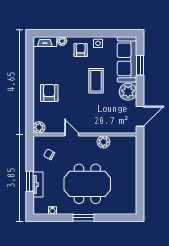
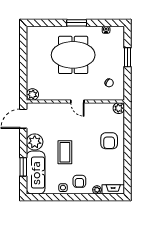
door: (72, 134) -> (77, 102), moved
plant: (103, 142) -> (32, 95), moved
tv unit: (38, 185) -> (120, 54), removed

